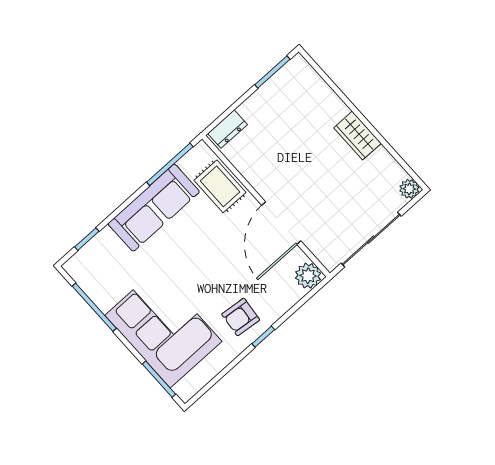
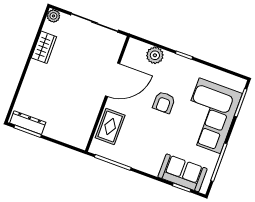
dresser: (228, 129) -> (28, 123), moved, width x1.44
wardrobe: (358, 136) -> (44, 47), moved
sofa: (154, 208) -> (183, 173), moved, width x0.73
plant: (308, 276) -> (155, 55), moved
armchair: (241, 317) -> (164, 102), moved, turned 84

